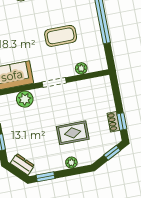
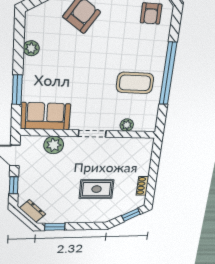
coffee table: (61, 36) -> (135, 83), moved
window: (122, 122) -> (151, 187), removed
plant: (71, 163) -> (86, 217), removed

